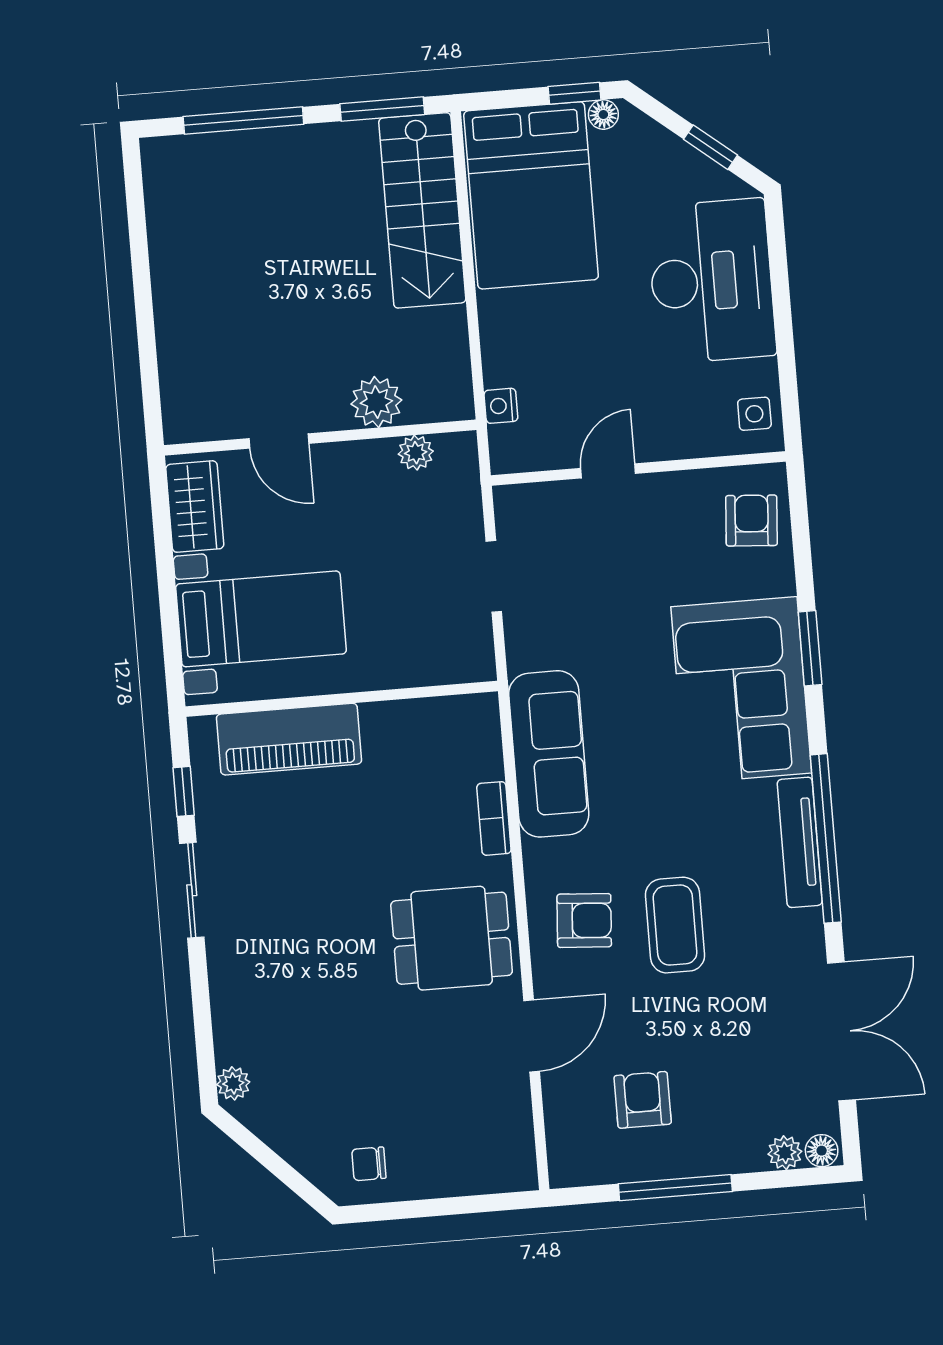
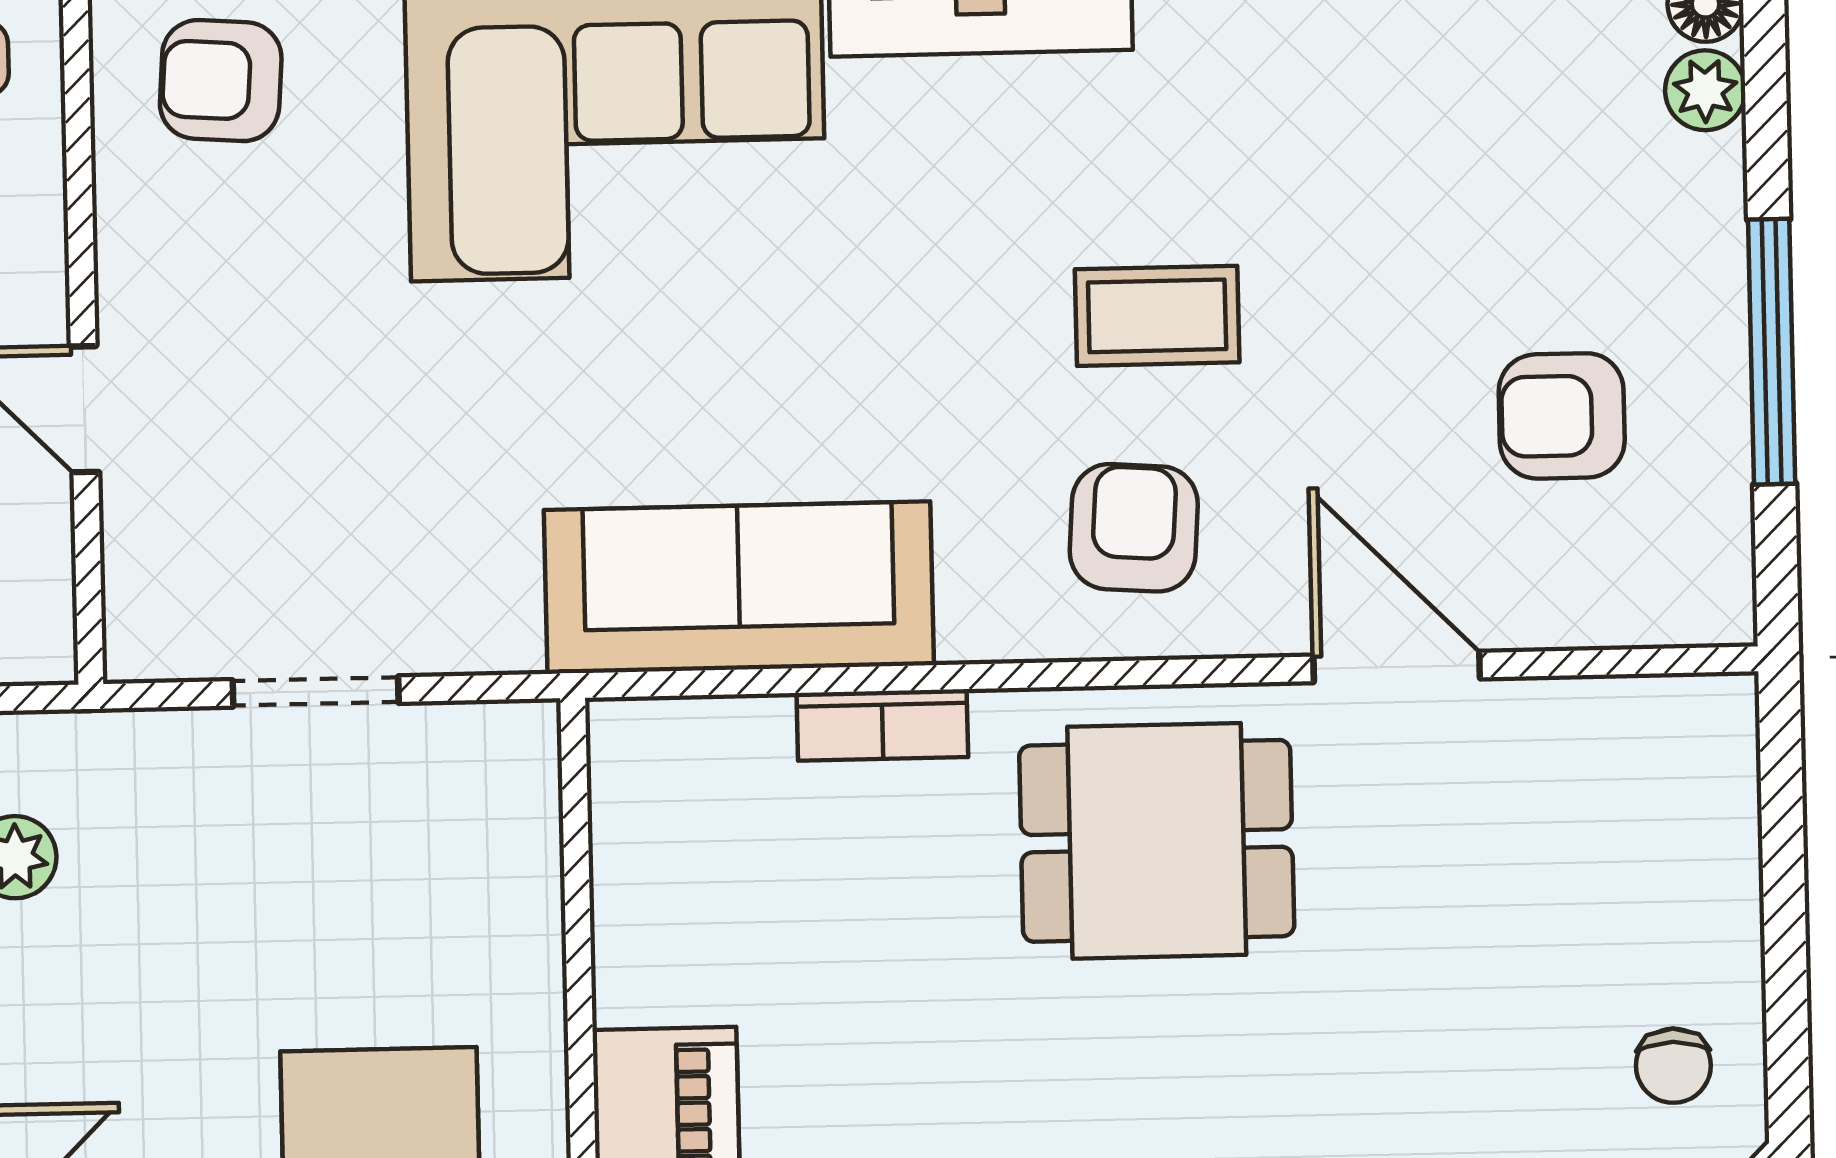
coffee table: (675, 925) -> (1157, 316), width x0.73, depth x0.77
dining table: (452, 938) -> (1157, 841), turned 90

